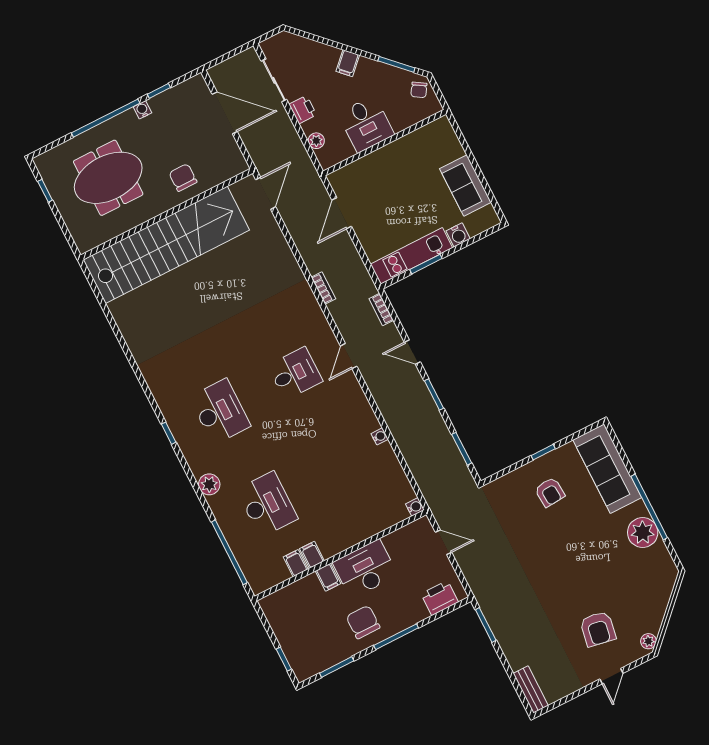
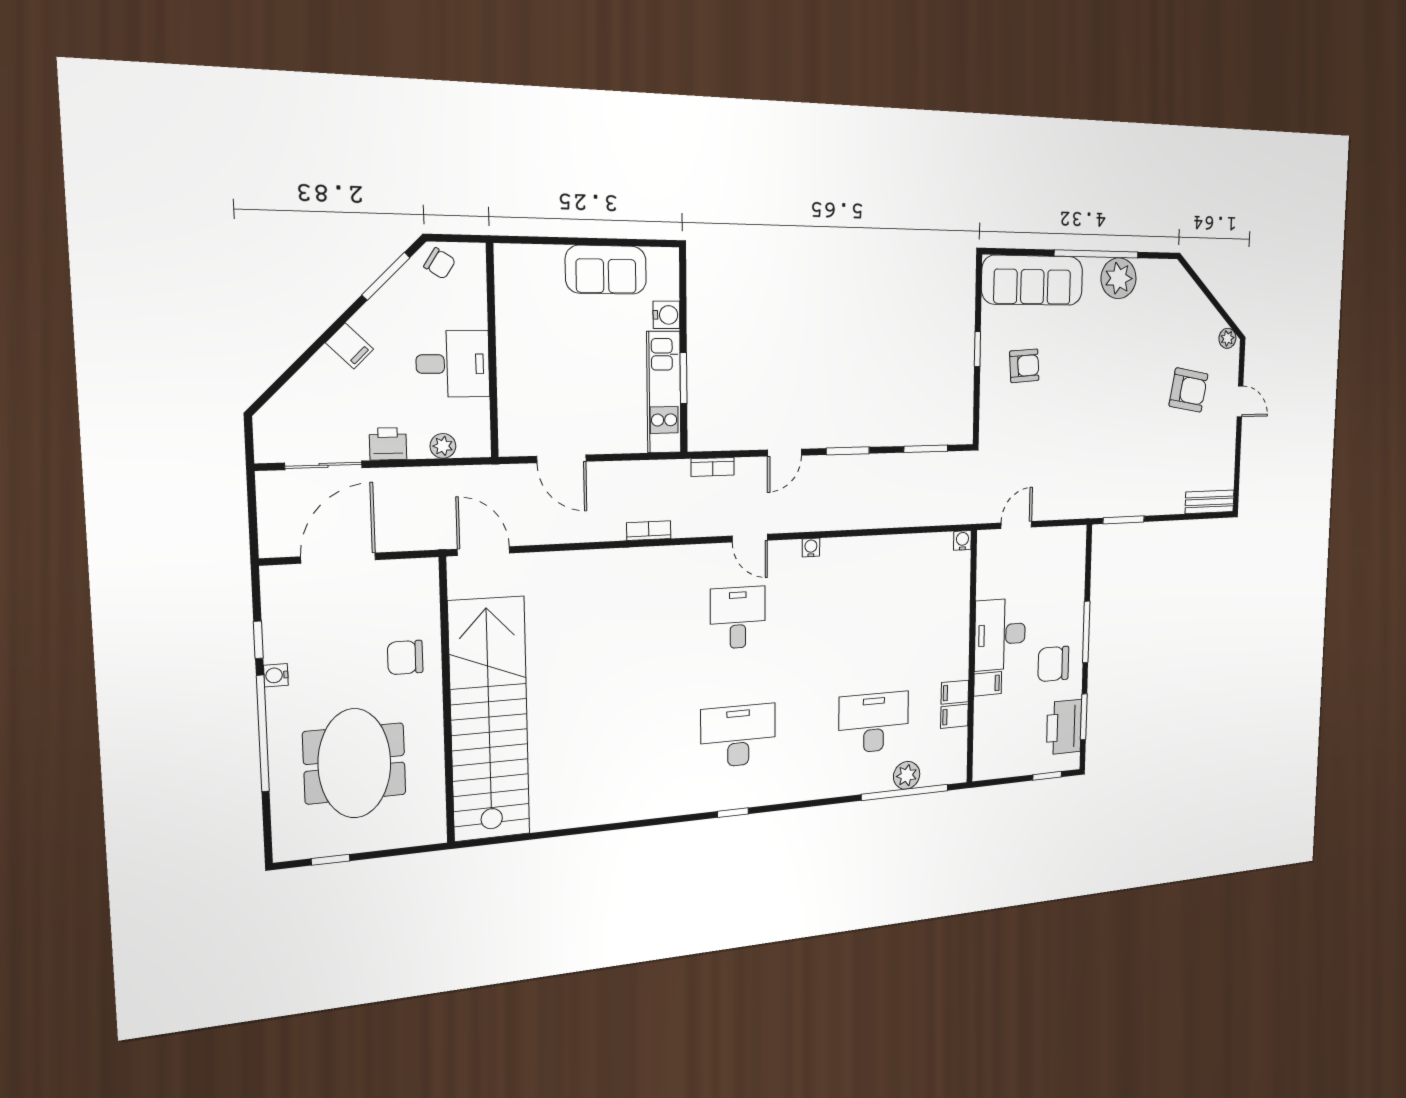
water cooler: (380, 436) -> (811, 548), moved
plant: (209, 484) -> (907, 775), moved
printer: (440, 598) -> (1064, 727), moved, width x1.37, depth x1.19

